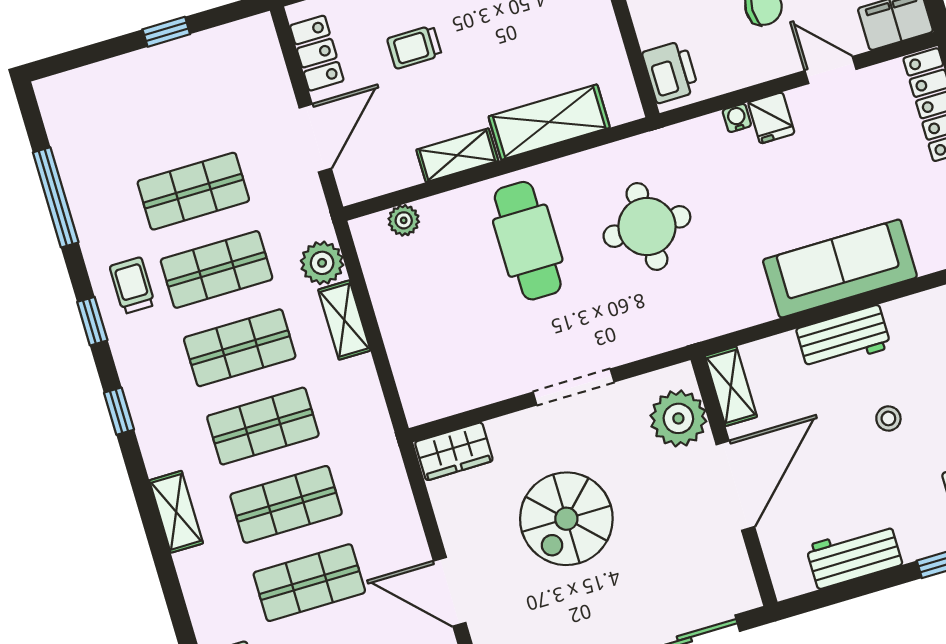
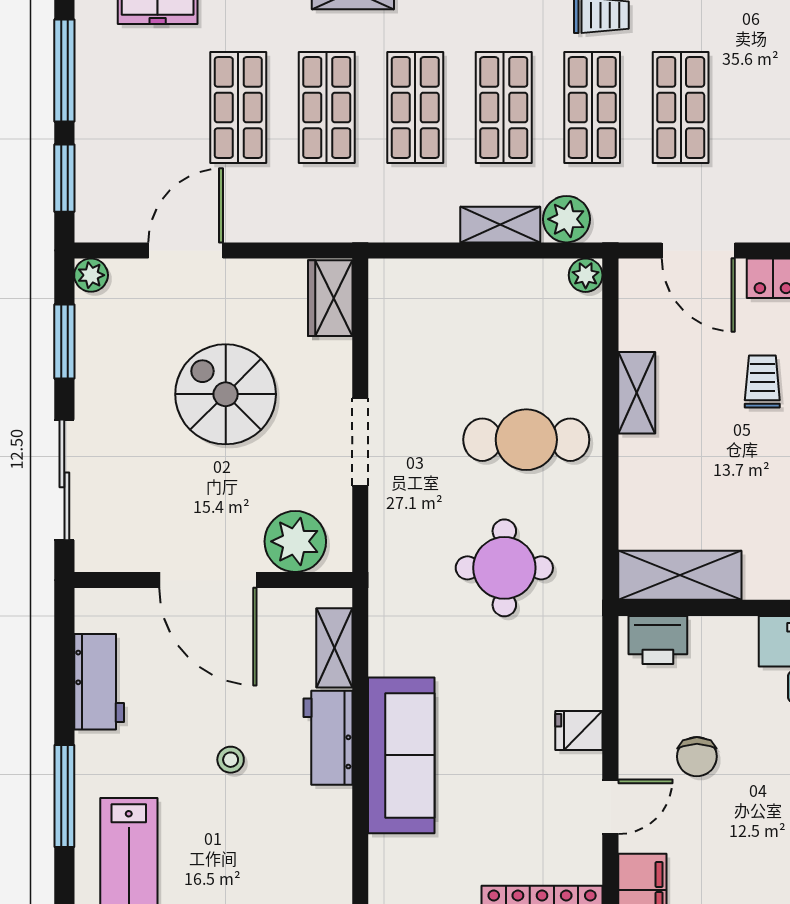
water cooler: (737, 118) -> (589, 695), removed
shelving: (549, 122) -> (680, 575), moved, turned 90
plant: (404, 220) -> (586, 275), moved
shelving: (731, 386) -> (334, 648), moved, turned 90

